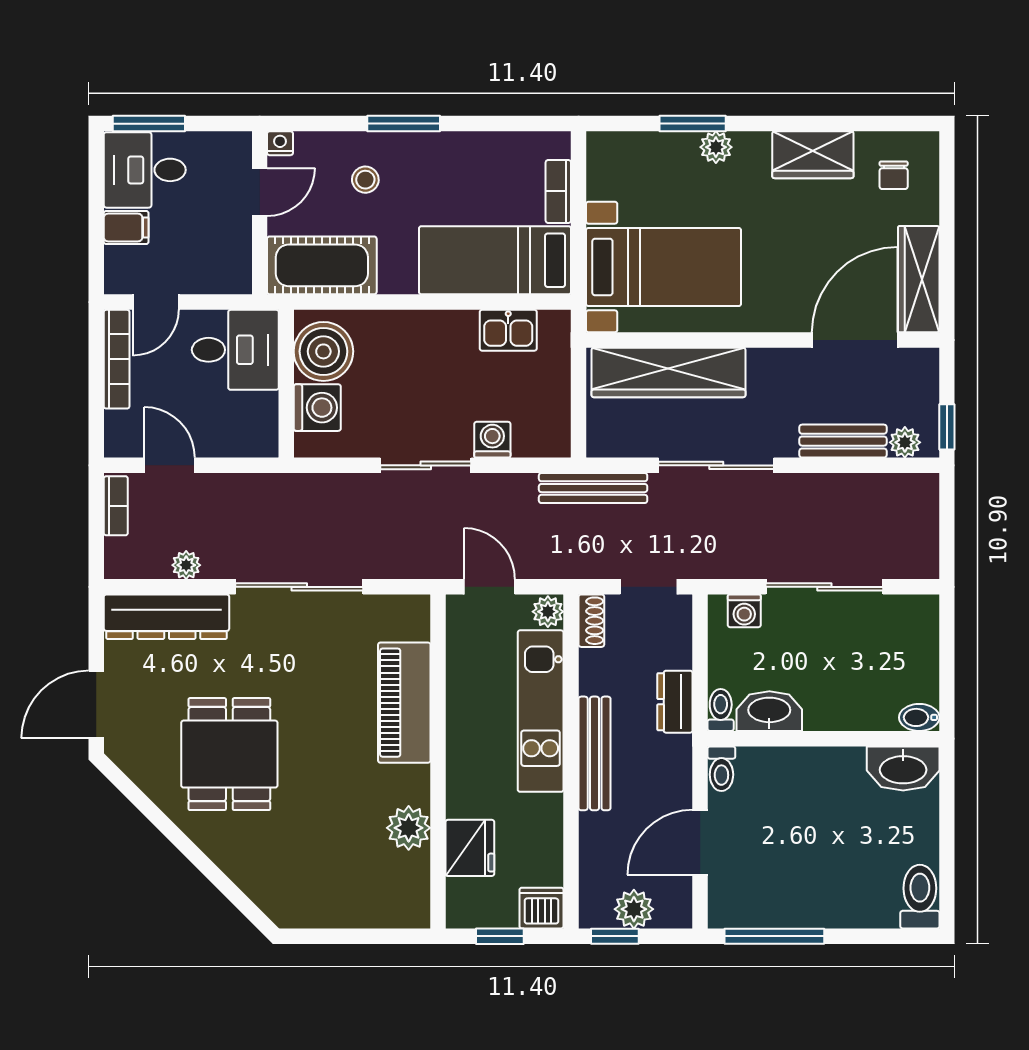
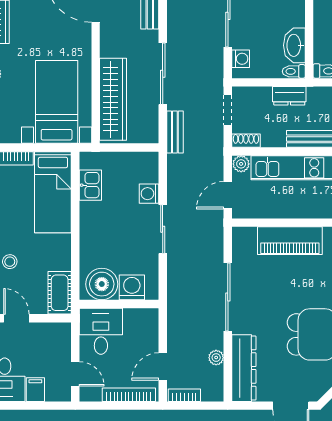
cot: (322, 265) -> (60, 293), width x0.73, depth x0.75
bookcase: (117, 359) -> (129, 395), moved
bench: (593, 488) -> (175, 132), width x0.73

